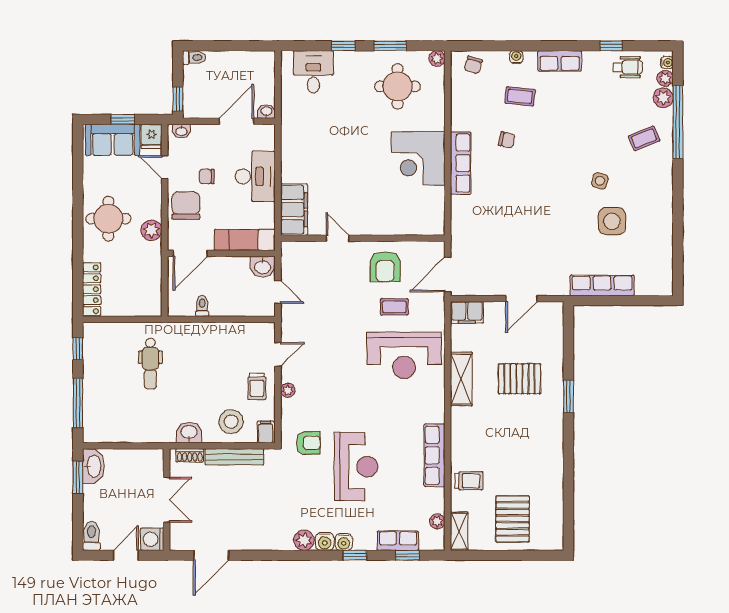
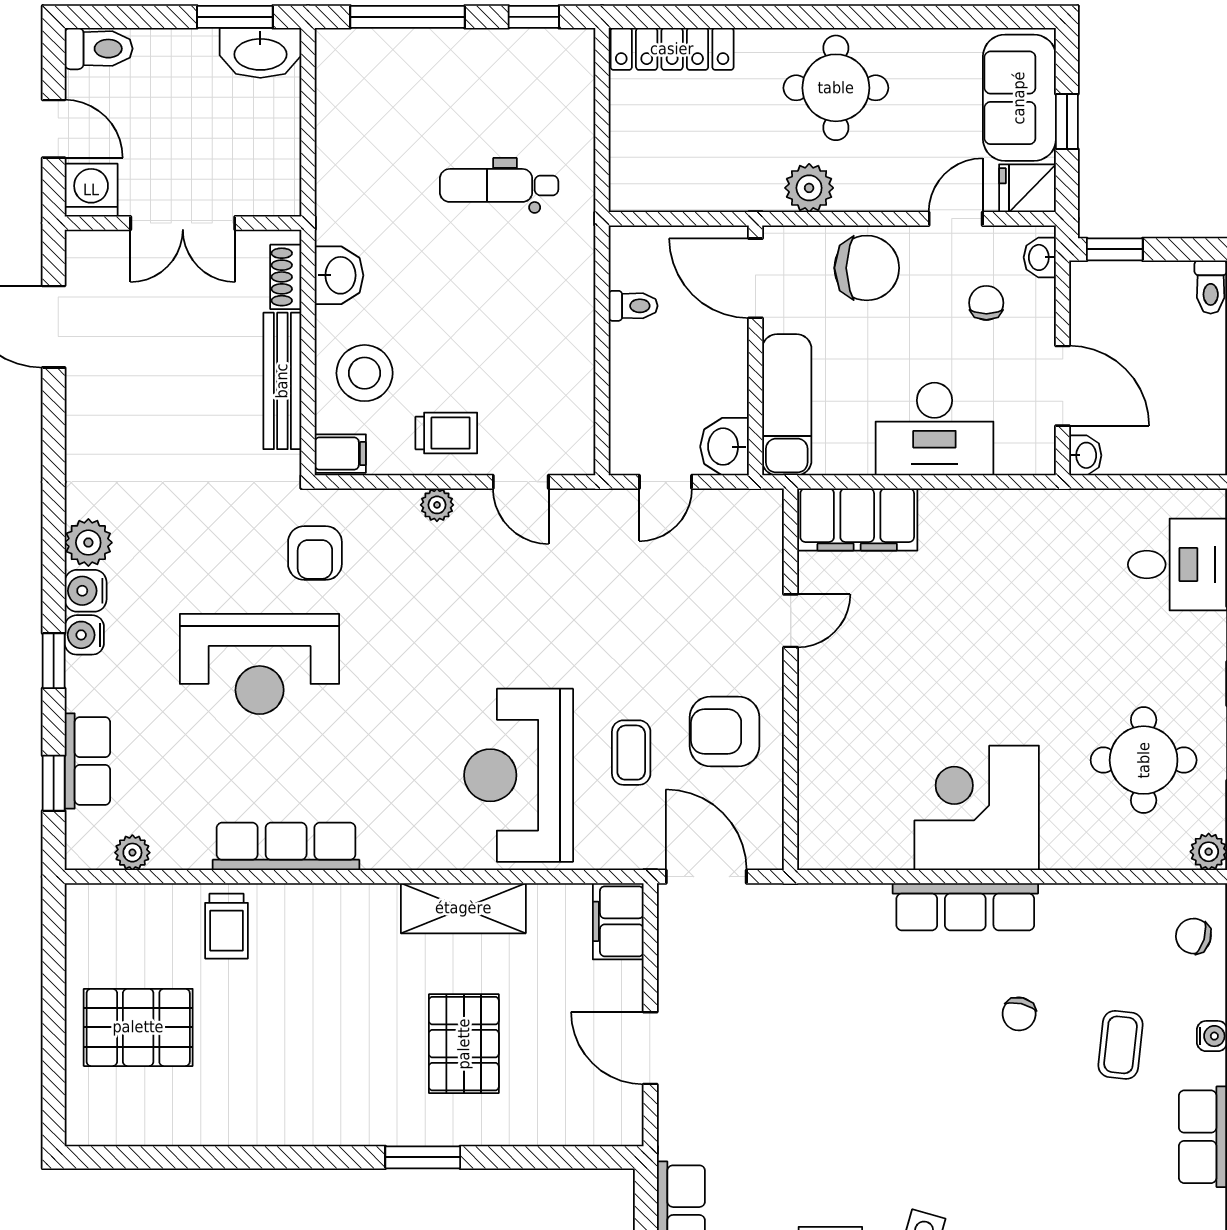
chair: (207, 177) -> (986, 303), moved
trolley: (257, 386) -> (446, 433), turned 180
shelving: (459, 531) -> (109, 903), removed

